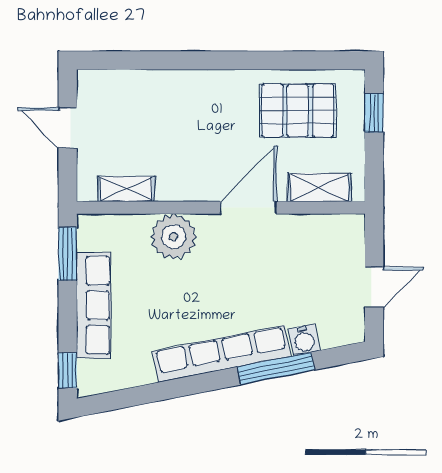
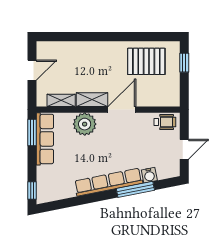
door: (68, 128) -> (32, 70), swing flipped
shelving: (319, 187) -> (92, 100), moved
wheelchair: (335, 233) -> (165, 122), added
row of seats: (94, 305) -> (45, 139), moved

